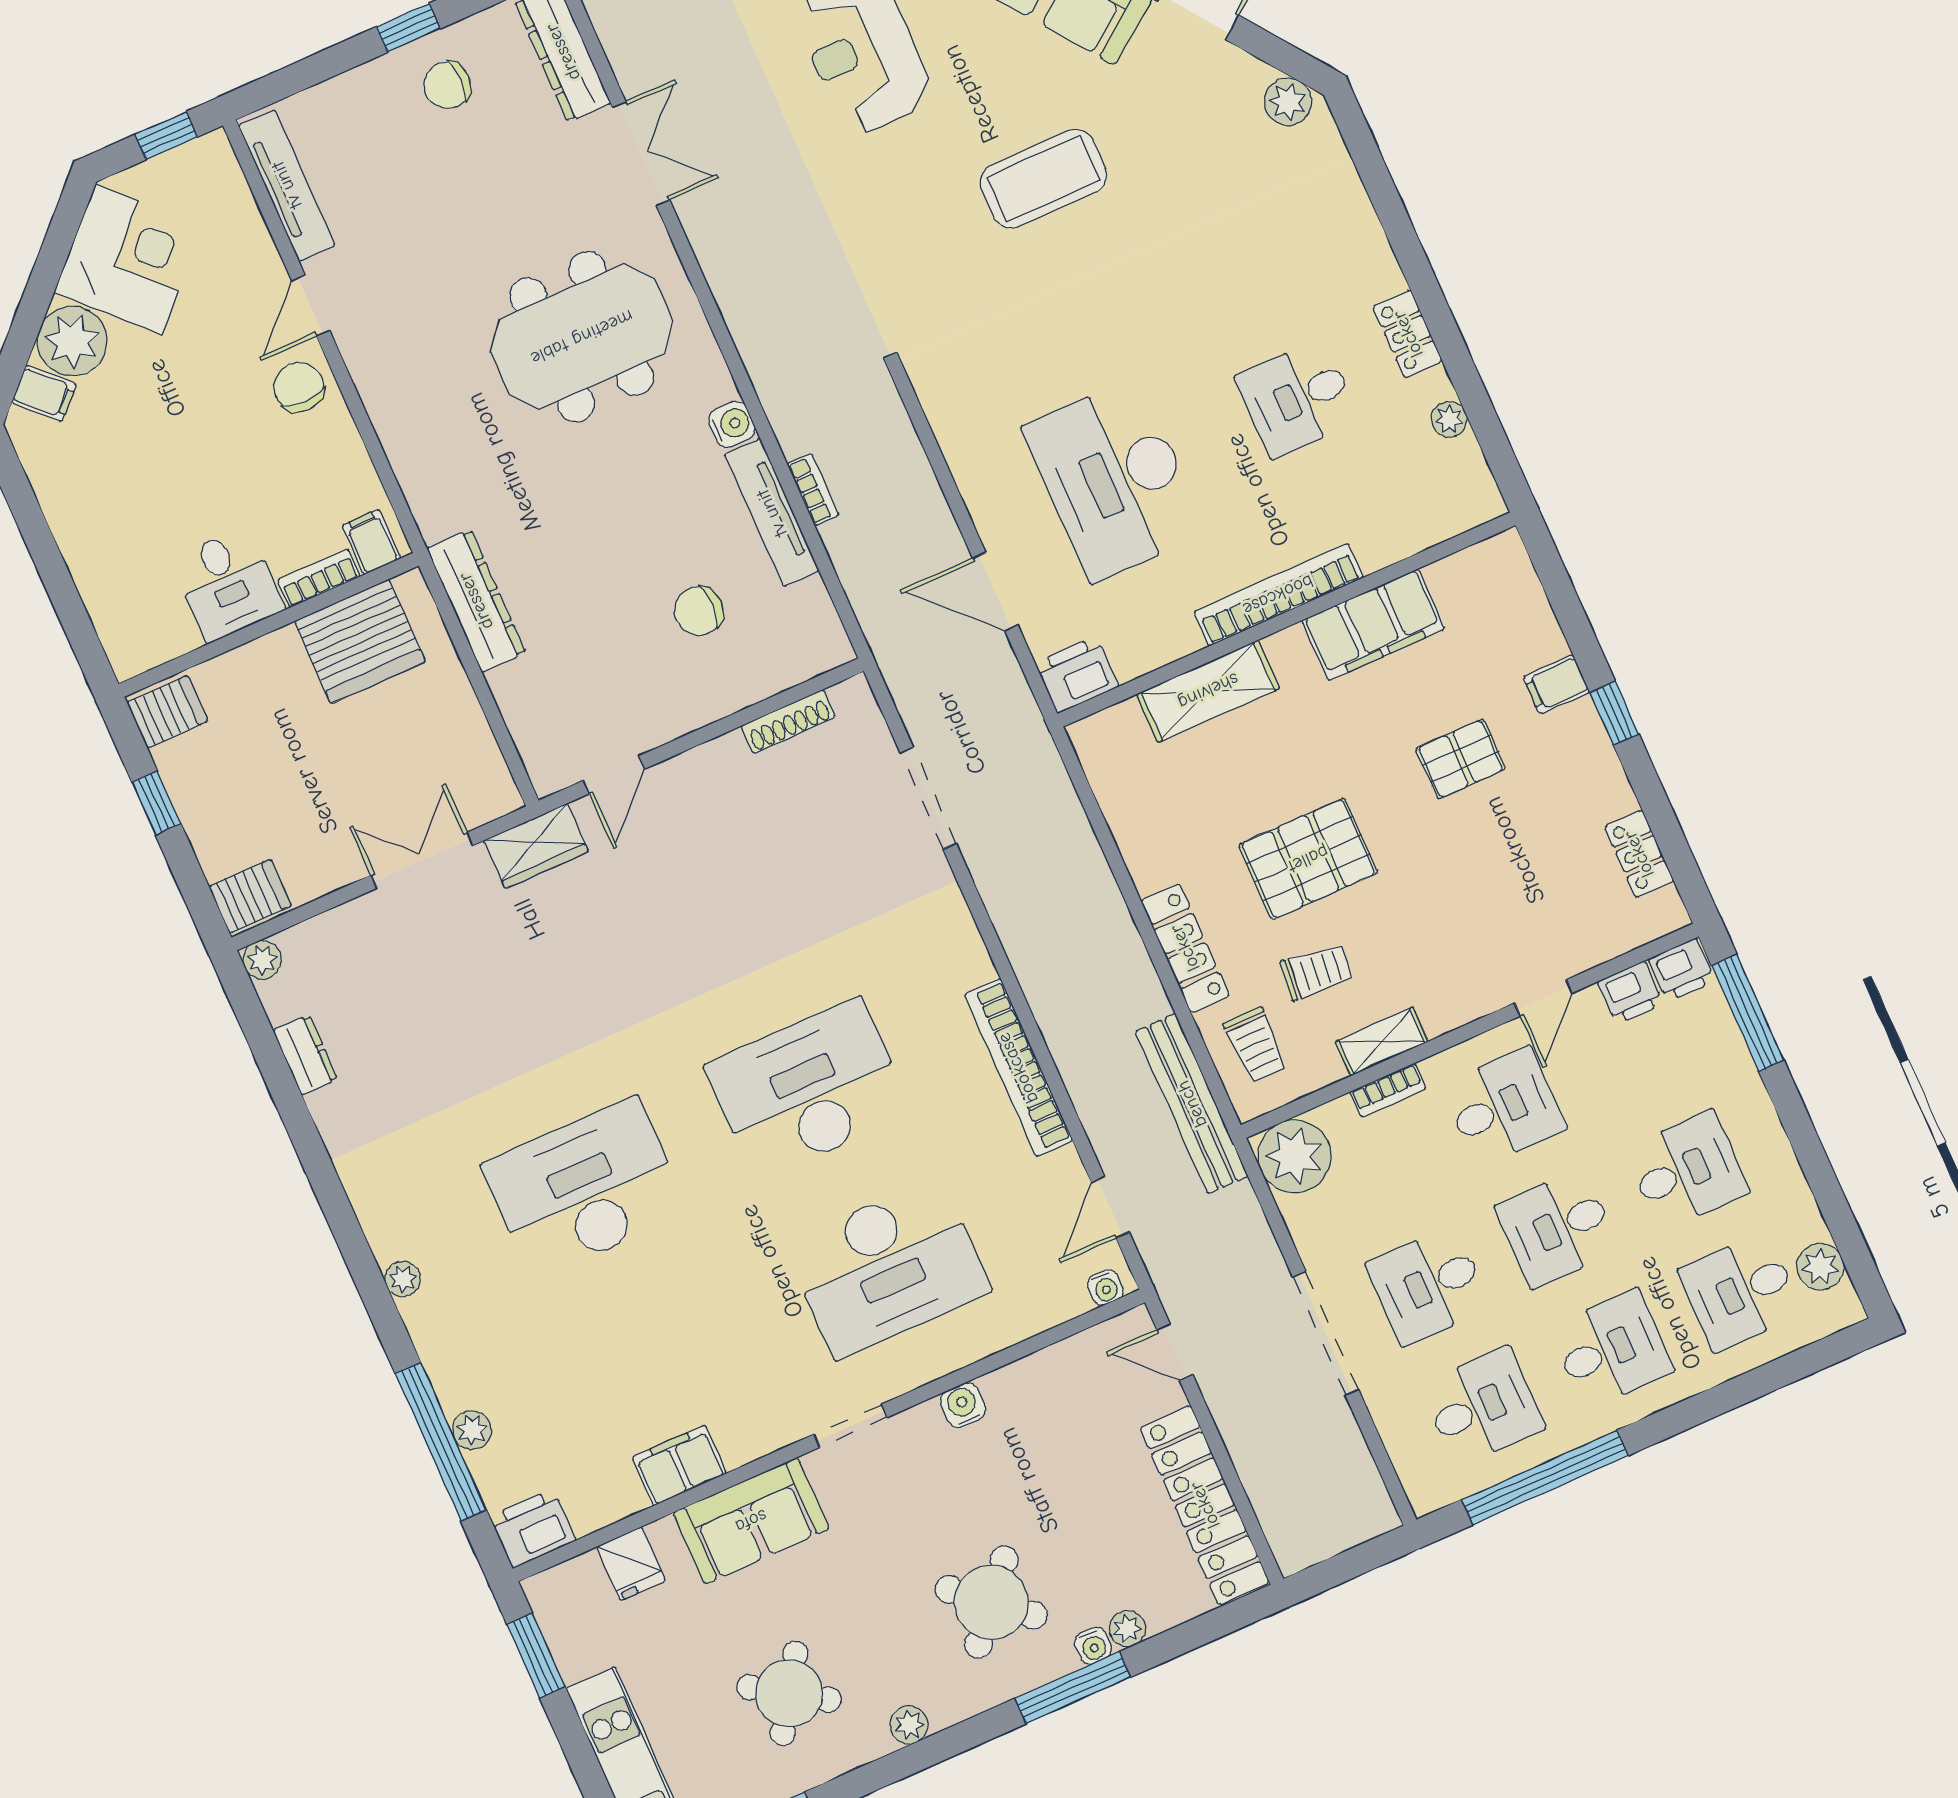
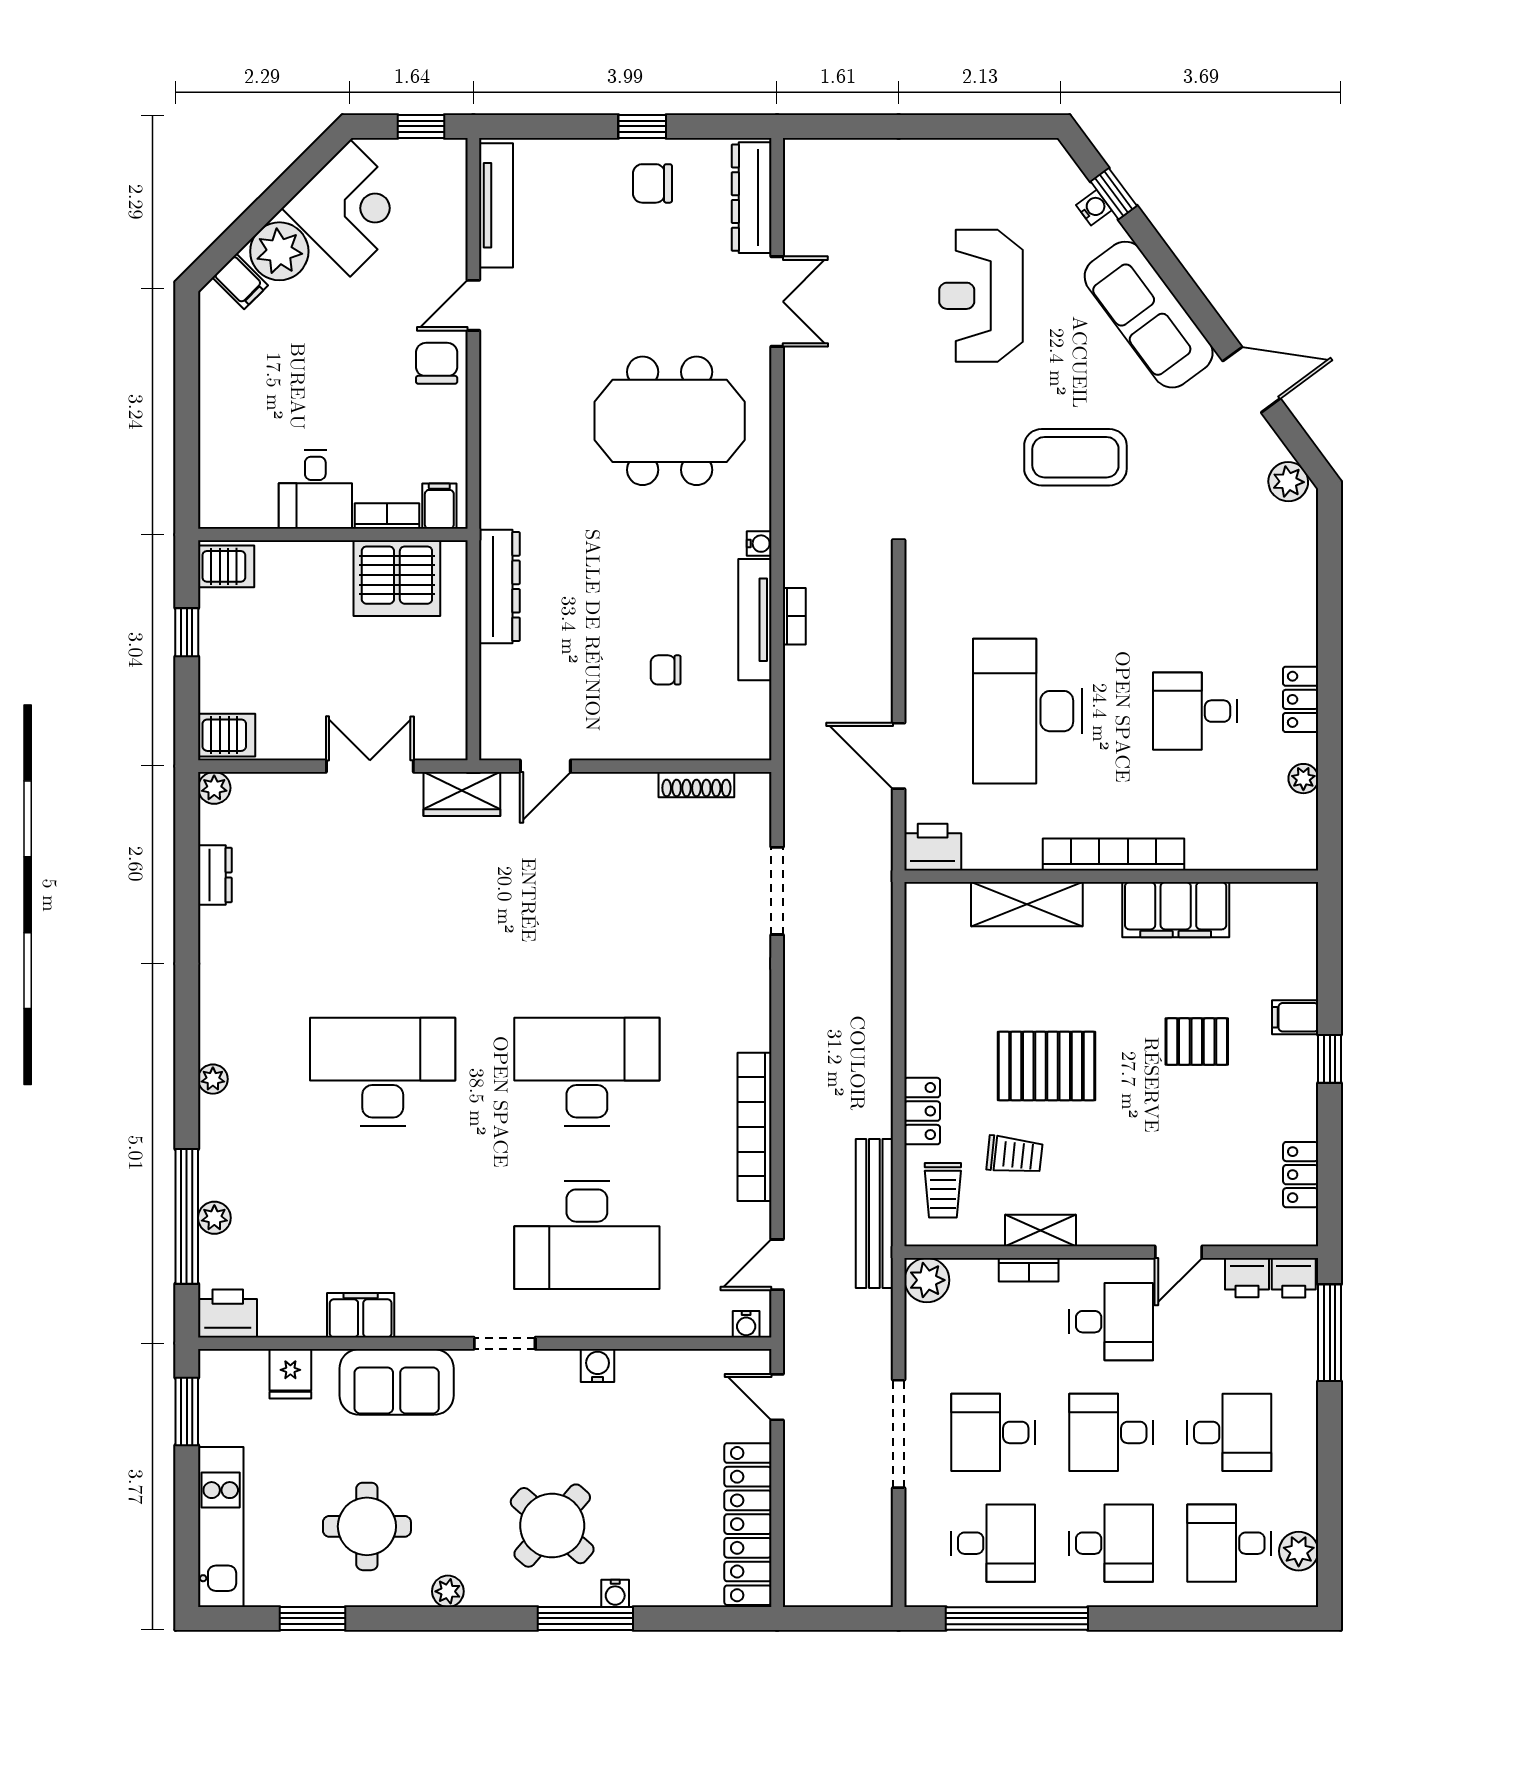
water cooler: (732, 424) -> (759, 544), width x0.72, depth x0.72
chair: (699, 611) -> (666, 670), width x0.73, depth x0.73
locker: (1185, 948) -> (922, 1111), width x0.66
plant: (1294, 1156) -> (927, 1280), width x0.73, depth x0.73
plant: (1127, 1629) -> (647, 1592), removed
round table: (789, 1693) -> (367, 1526), turned -33

